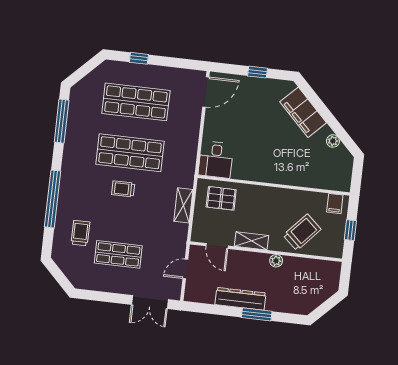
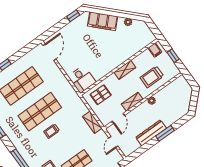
window: (258, 72) -> (73, 16), moved
shelving: (277, 195) -> (125, 70), added
shelving: (183, 205) -> (92, 122), moved
trolley: (302, 232) -> (152, 77), turned -132
door: (217, 246) -> (118, 118), hinge flipped

